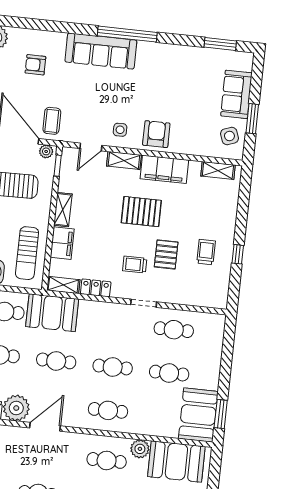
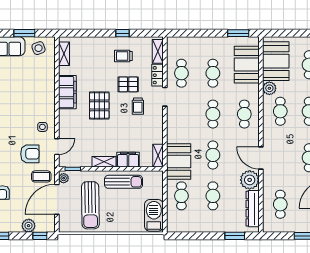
armchair: (156, 134) -> (30, 154), moved, turned 180
door: (91, 147) -> (57, 147), hinge flipped
shelving: (124, 160) -> (158, 51), moved
sun lounger: (27, 253) -> (124, 182), moved
locker: (96, 288) -> (158, 75), moved
booth: (198, 415) -> (247, 65), moved, turned 90

